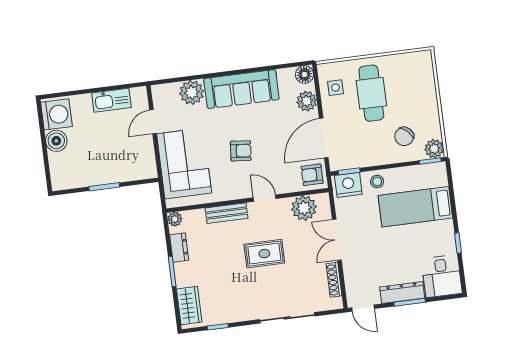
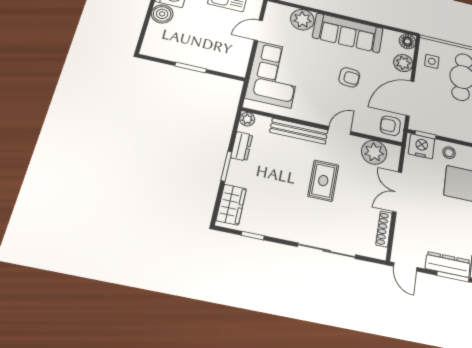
armchair: (241, 151) -> (349, 77), moved
door: (265, 198) -> (340, 131), hinge flipped
bench: (226, 213) -> (299, 131), width x1.36
rug: (264, 254) -> (323, 181), turned 90

